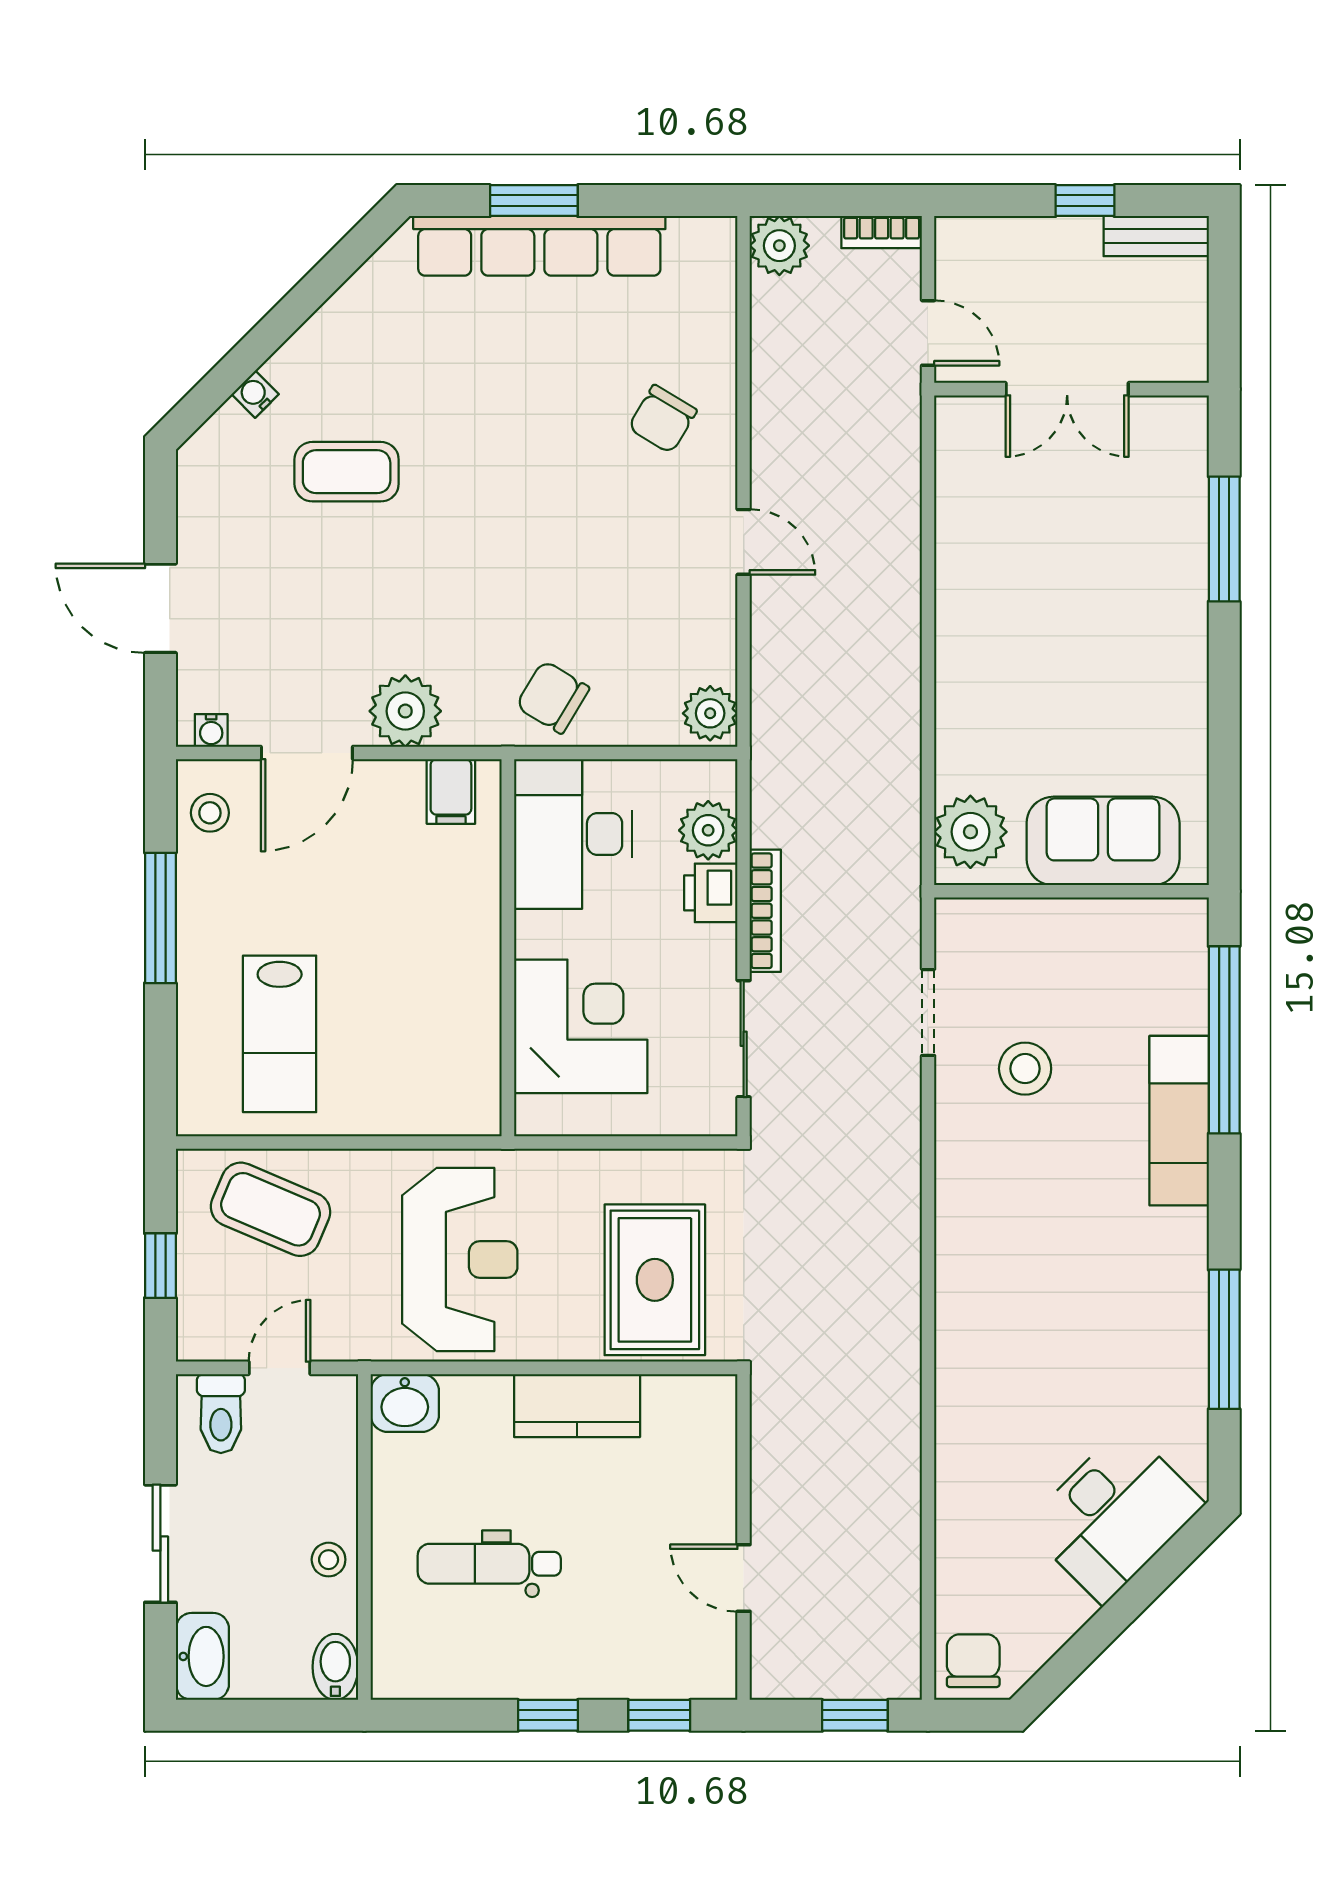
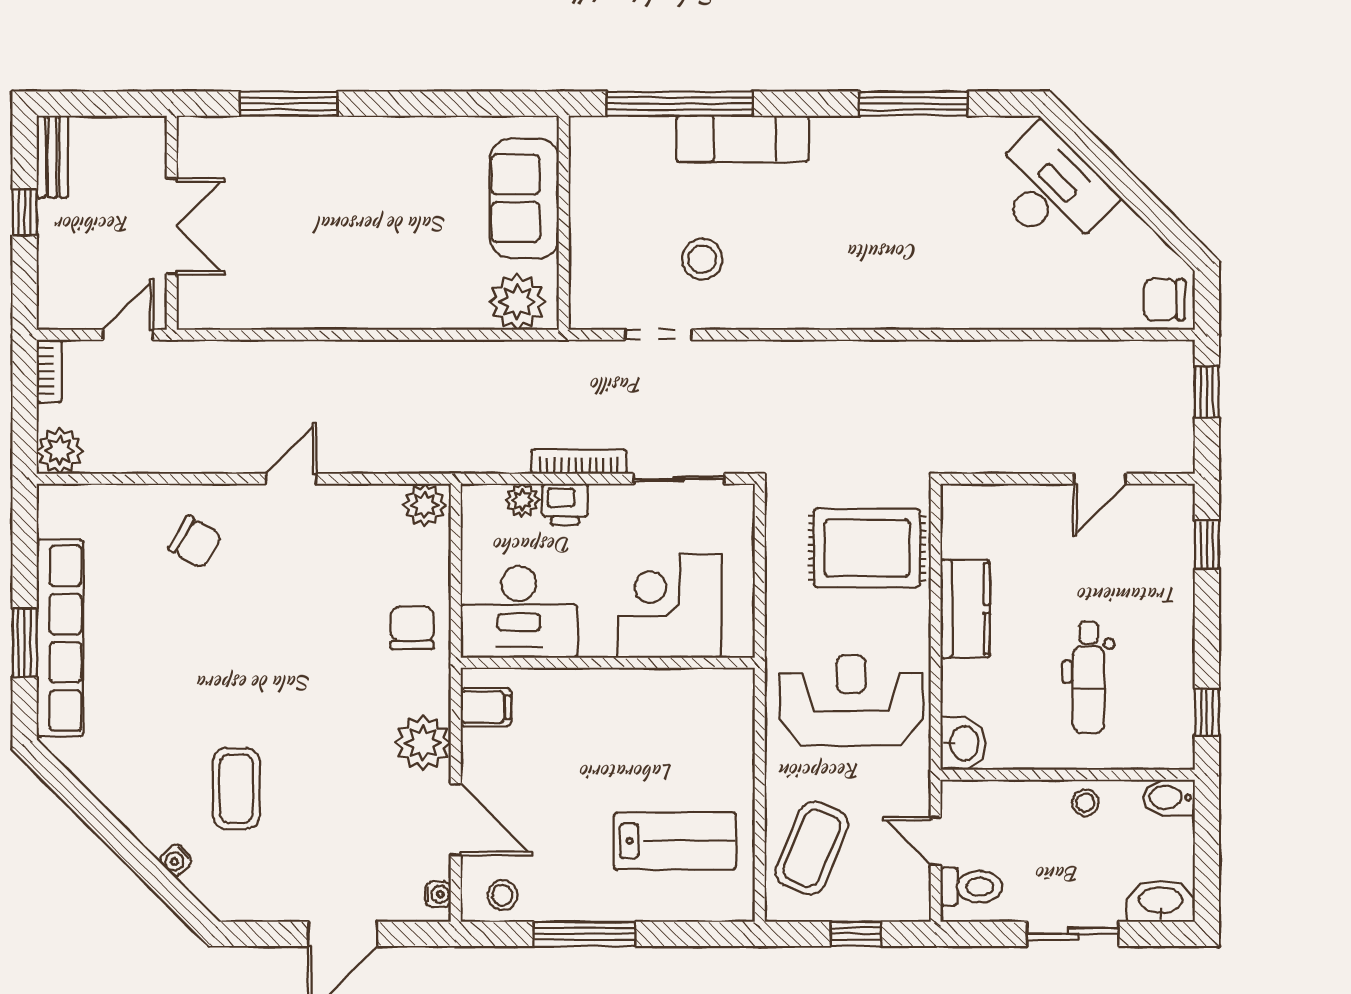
chair: (553, 697) -> (412, 628), turned 149
plant: (708, 830) -> (522, 500), width x0.73, depth x0.73
window: (548, 1715) -> (1207, 712), moved

